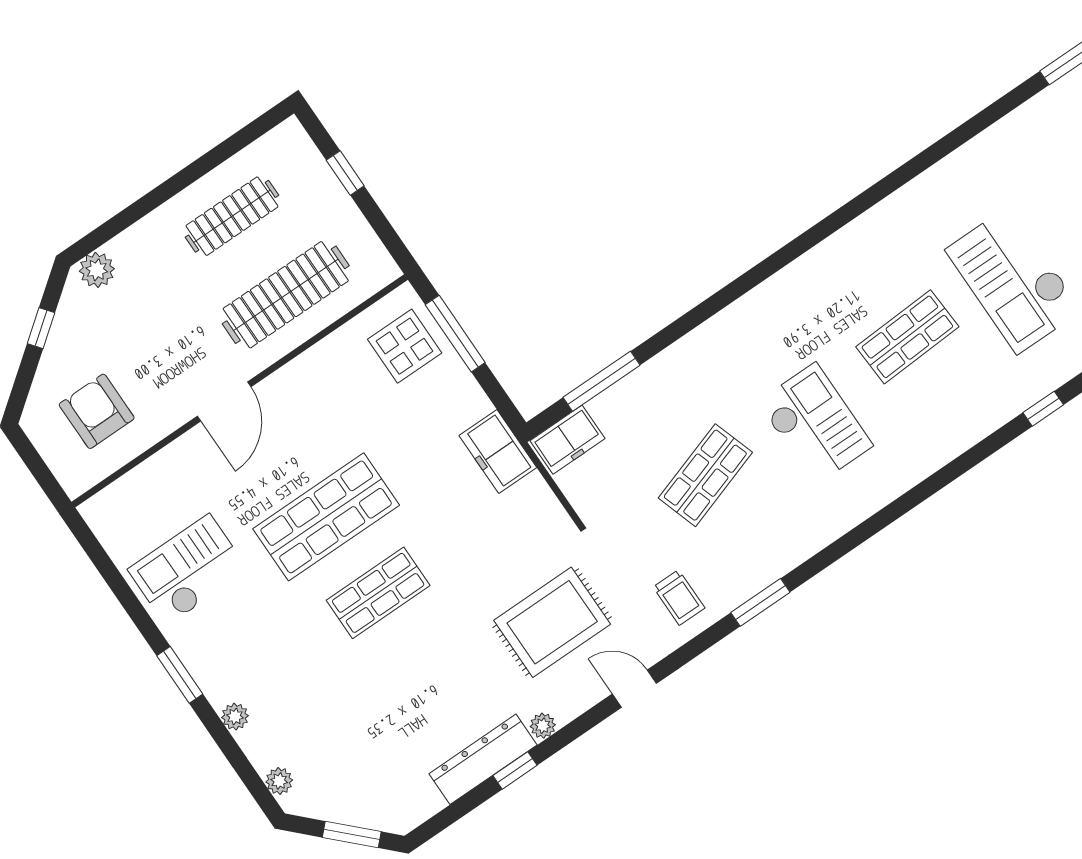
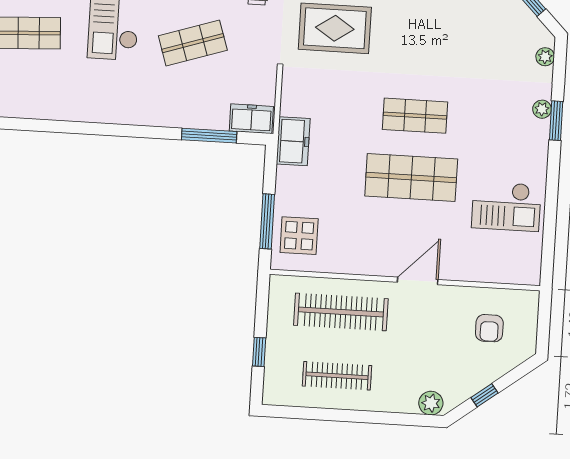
armchair: (97, 411) -> (489, 328), width x0.72, depth x0.72
window: (180, 675) -> (556, 121), moved

